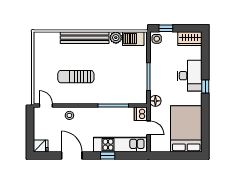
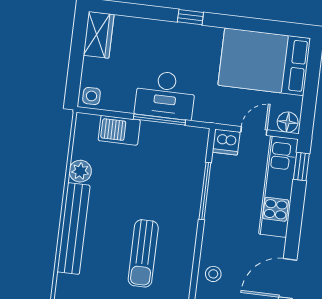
window: (166, 28) -> (74, 77), removed
barbecue: (133, 39) -> (119, 130), moved, turned 90
desk: (190, 76) -> (165, 95), moved, turned 180
floor lamp: (155, 101) -> (288, 122), moved
window: (108, 156) -> (301, 167), moved

